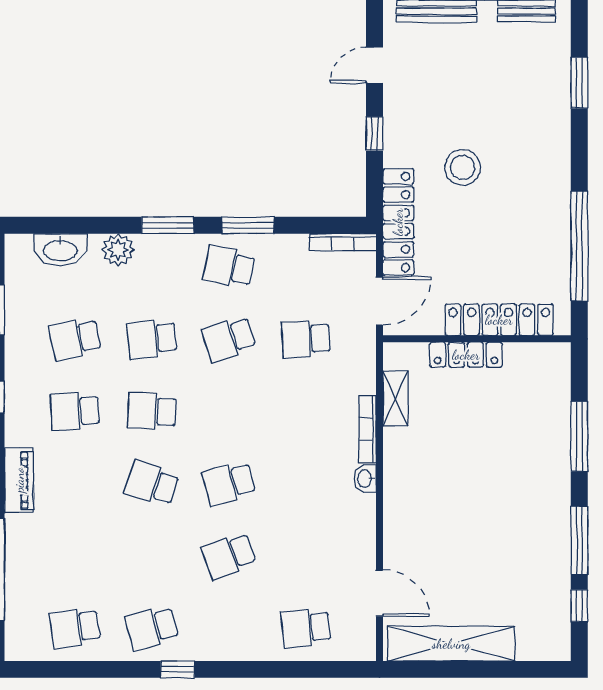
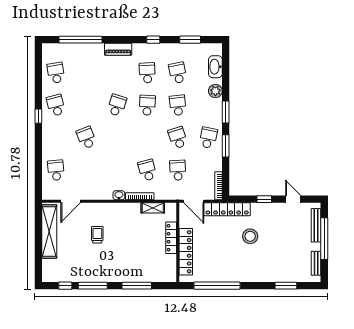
school desk: (229, 483) -> (147, 170), moved
trolley: (459, 530) -> (97, 235), added

